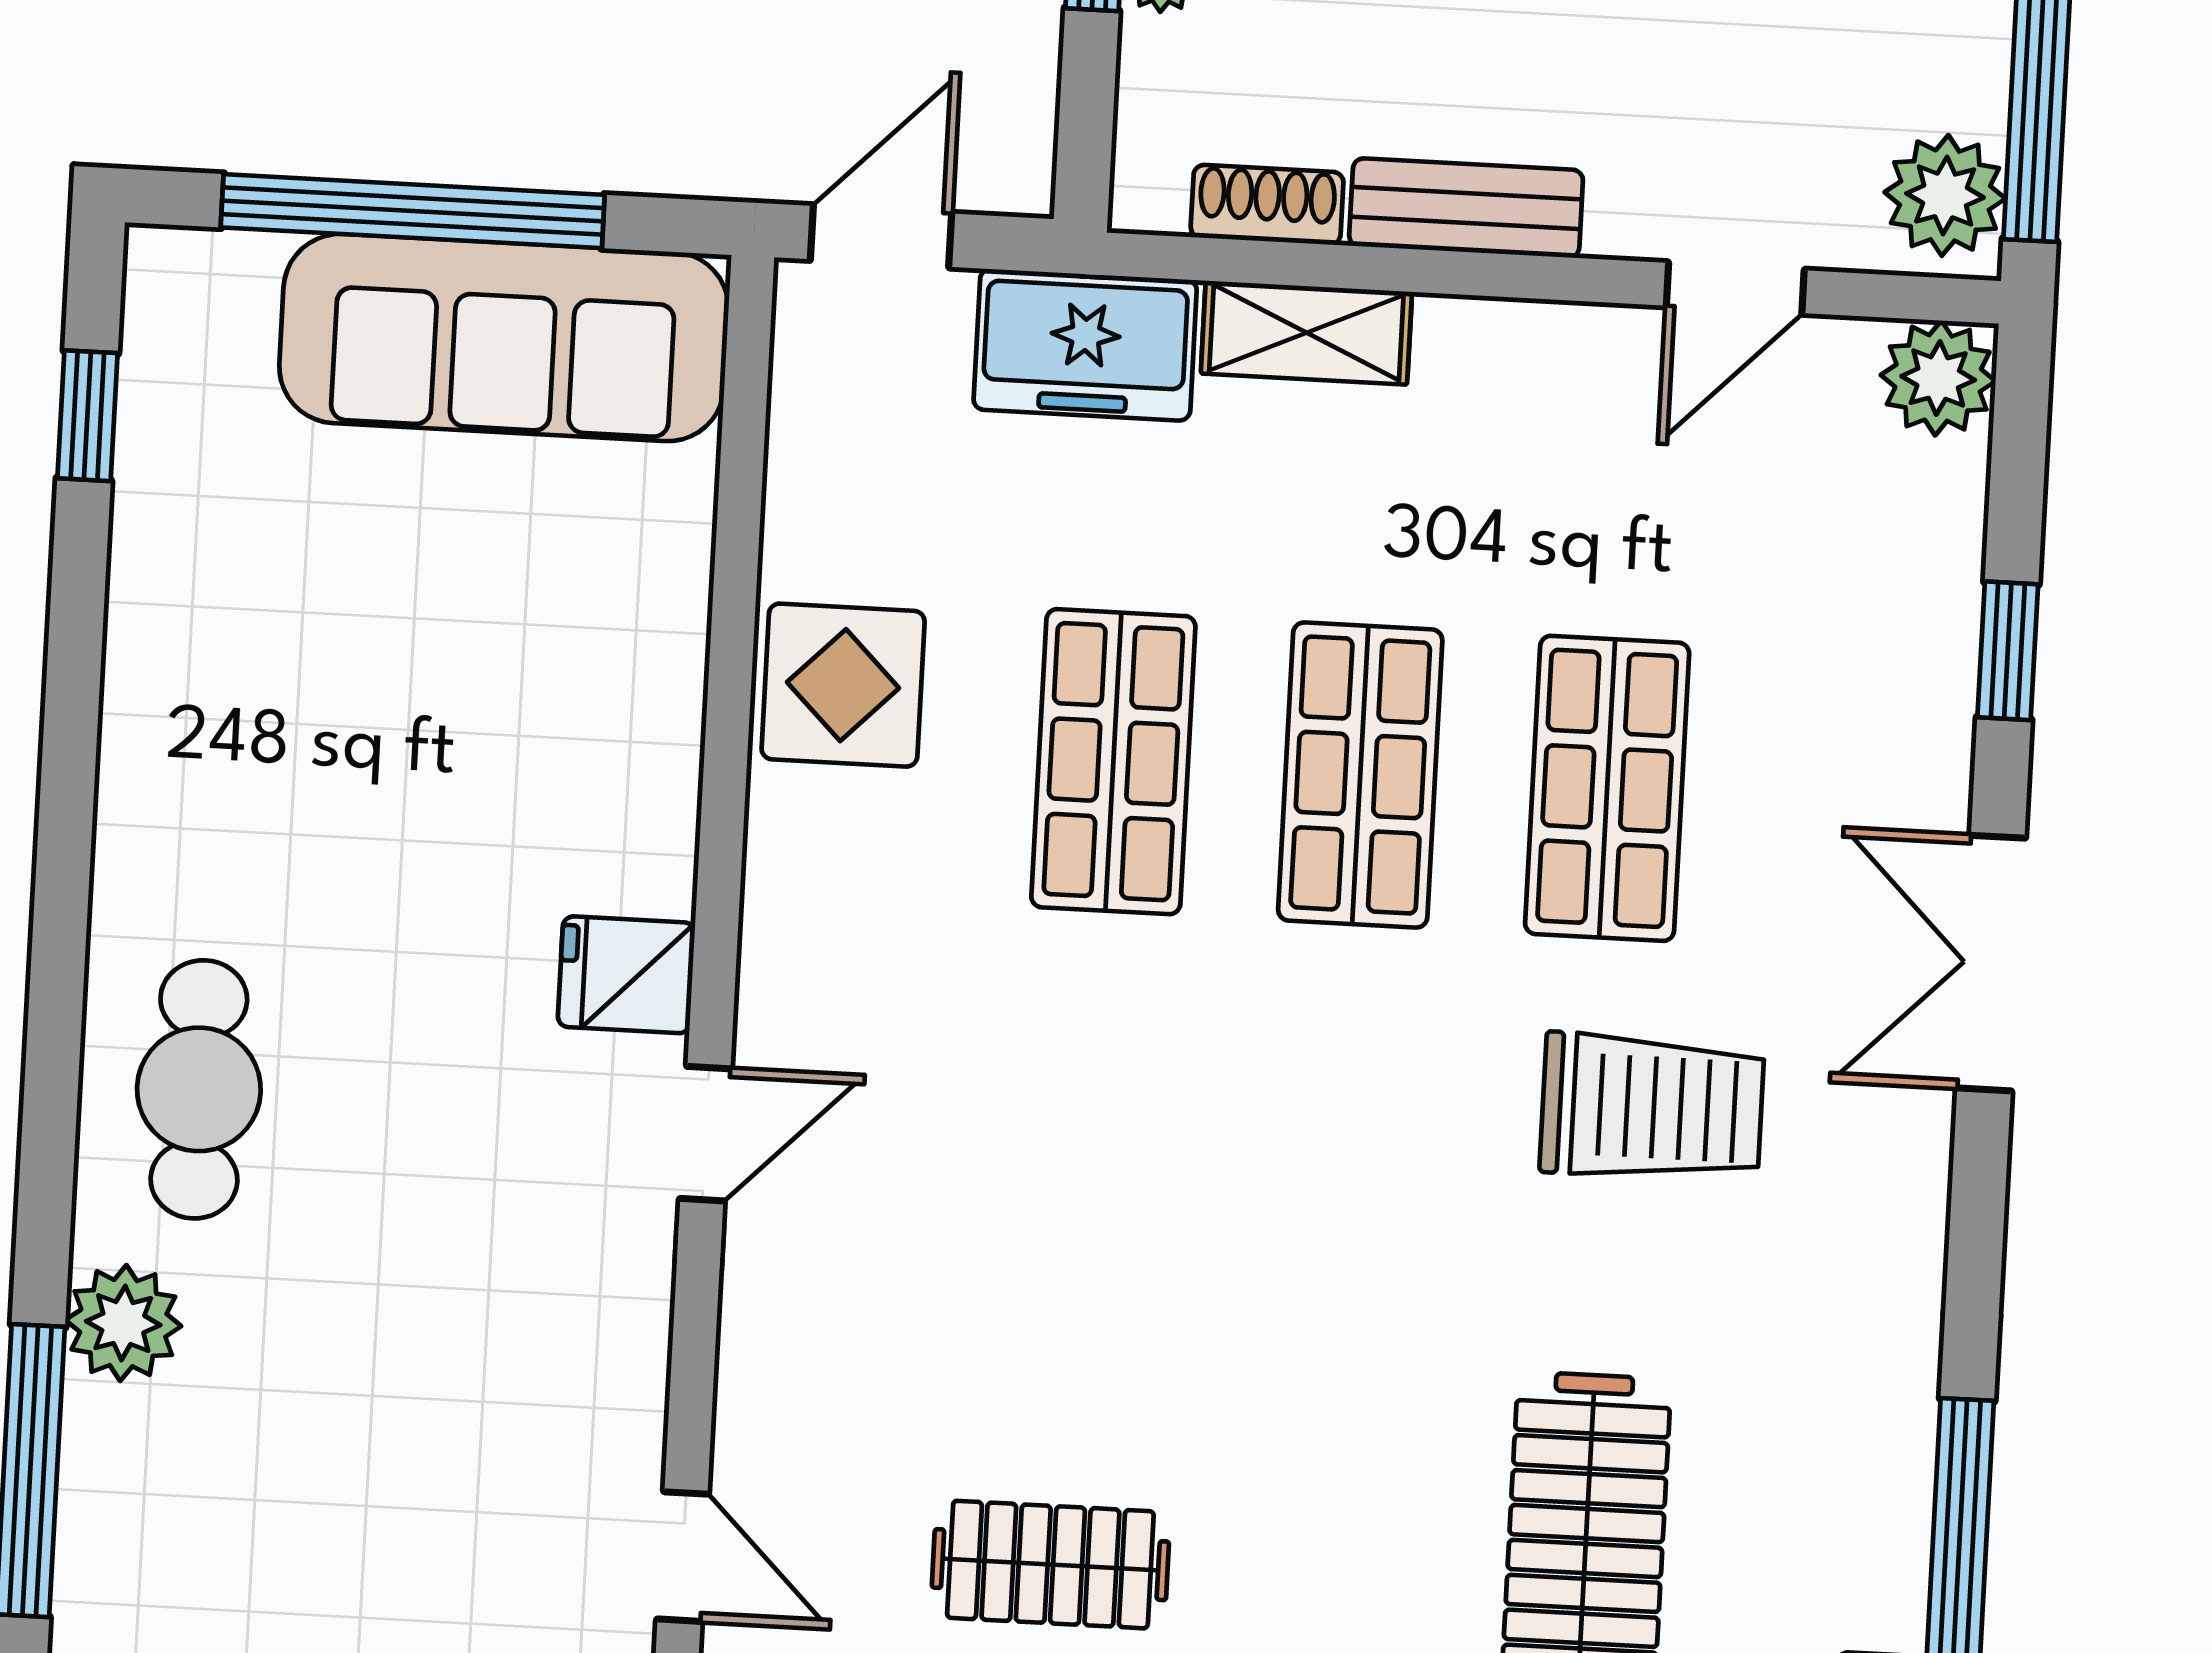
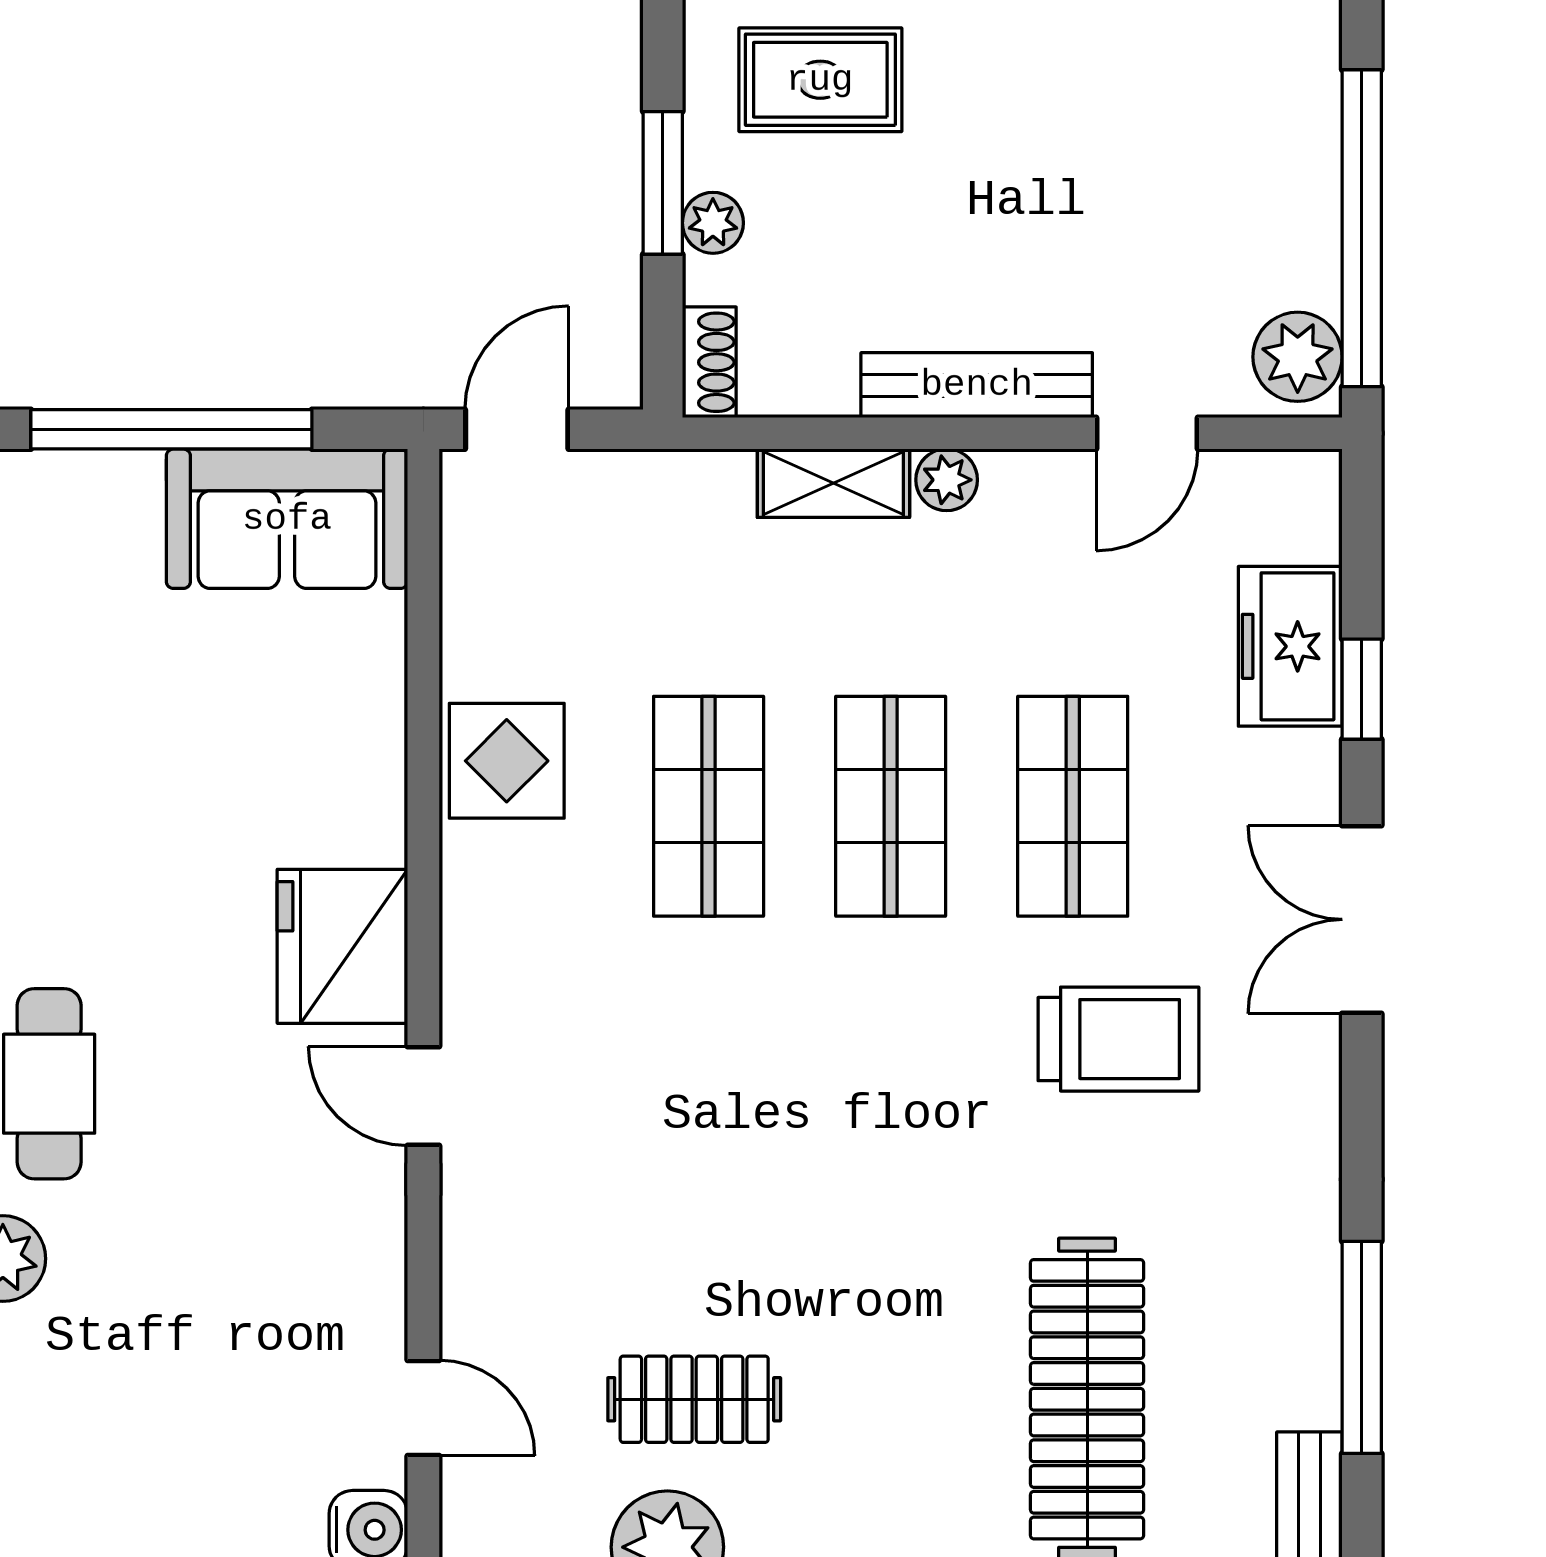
shoe rack: (1267, 205) -> (709, 362), moved, turned 90
bench: (1466, 208) -> (977, 385), width x1.36
sofa: (504, 338) -> (287, 519), width x0.73
freezer: (1085, 345) -> (1290, 646), moved, turned 90
plant: (1938, 378) -> (947, 480), moved, width x0.73, depth x0.73
fridge: (626, 975) -> (342, 946), width x1.88, depth x1.34
door: (705, 1134) -> (423, 1096), swing flipped

